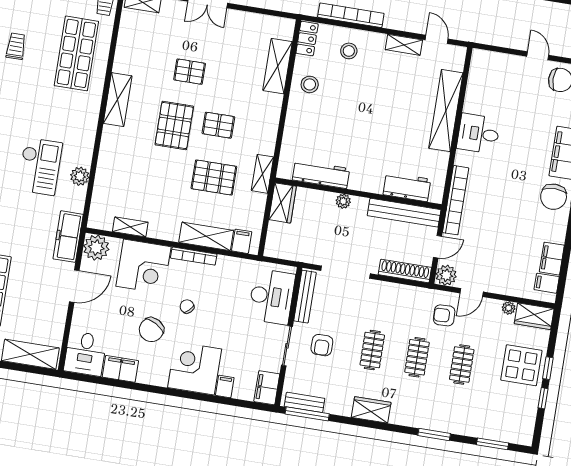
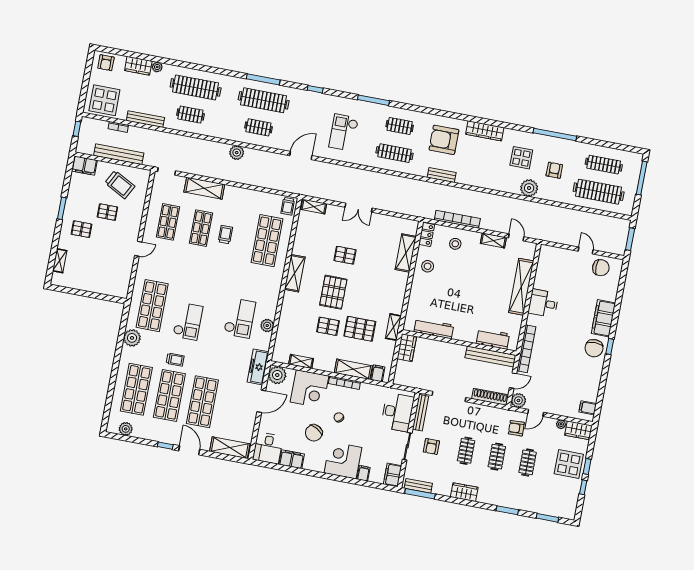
pallet: (218, 125) -> (328, 326), moved
plant: (343, 201) -> (449, 348), removed
filing cabinet: (552, 259) -> (592, 391), removed

